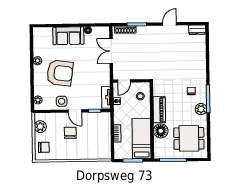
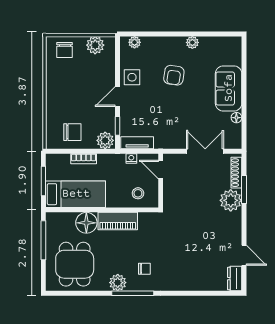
door: (169, 24) -> (244, 255), moved
plant: (144, 33) -> (231, 200), added
armchair: (60, 73) -> (174, 75), width x0.53, depth x0.53
plant: (105, 119) -> (105, 140), added
chair: (70, 133) -> (72, 132), moved

